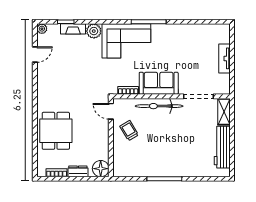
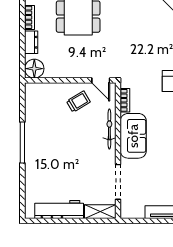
bicycle: (159, 106) -> (109, 129), width x0.73, depth x0.71
door: (111, 111) -> (101, 80), swing flipped

